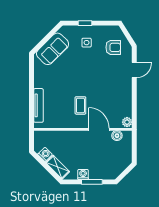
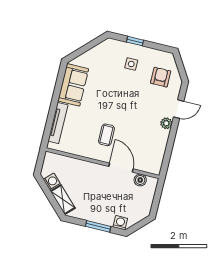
armchair: (113, 47) -> (161, 77), turned -90
sofa: (53, 49) -> (73, 85), moved, turned -45
plant: (127, 122) -> (166, 123), moved
washing machine: (83, 174) -> (120, 223), moved

